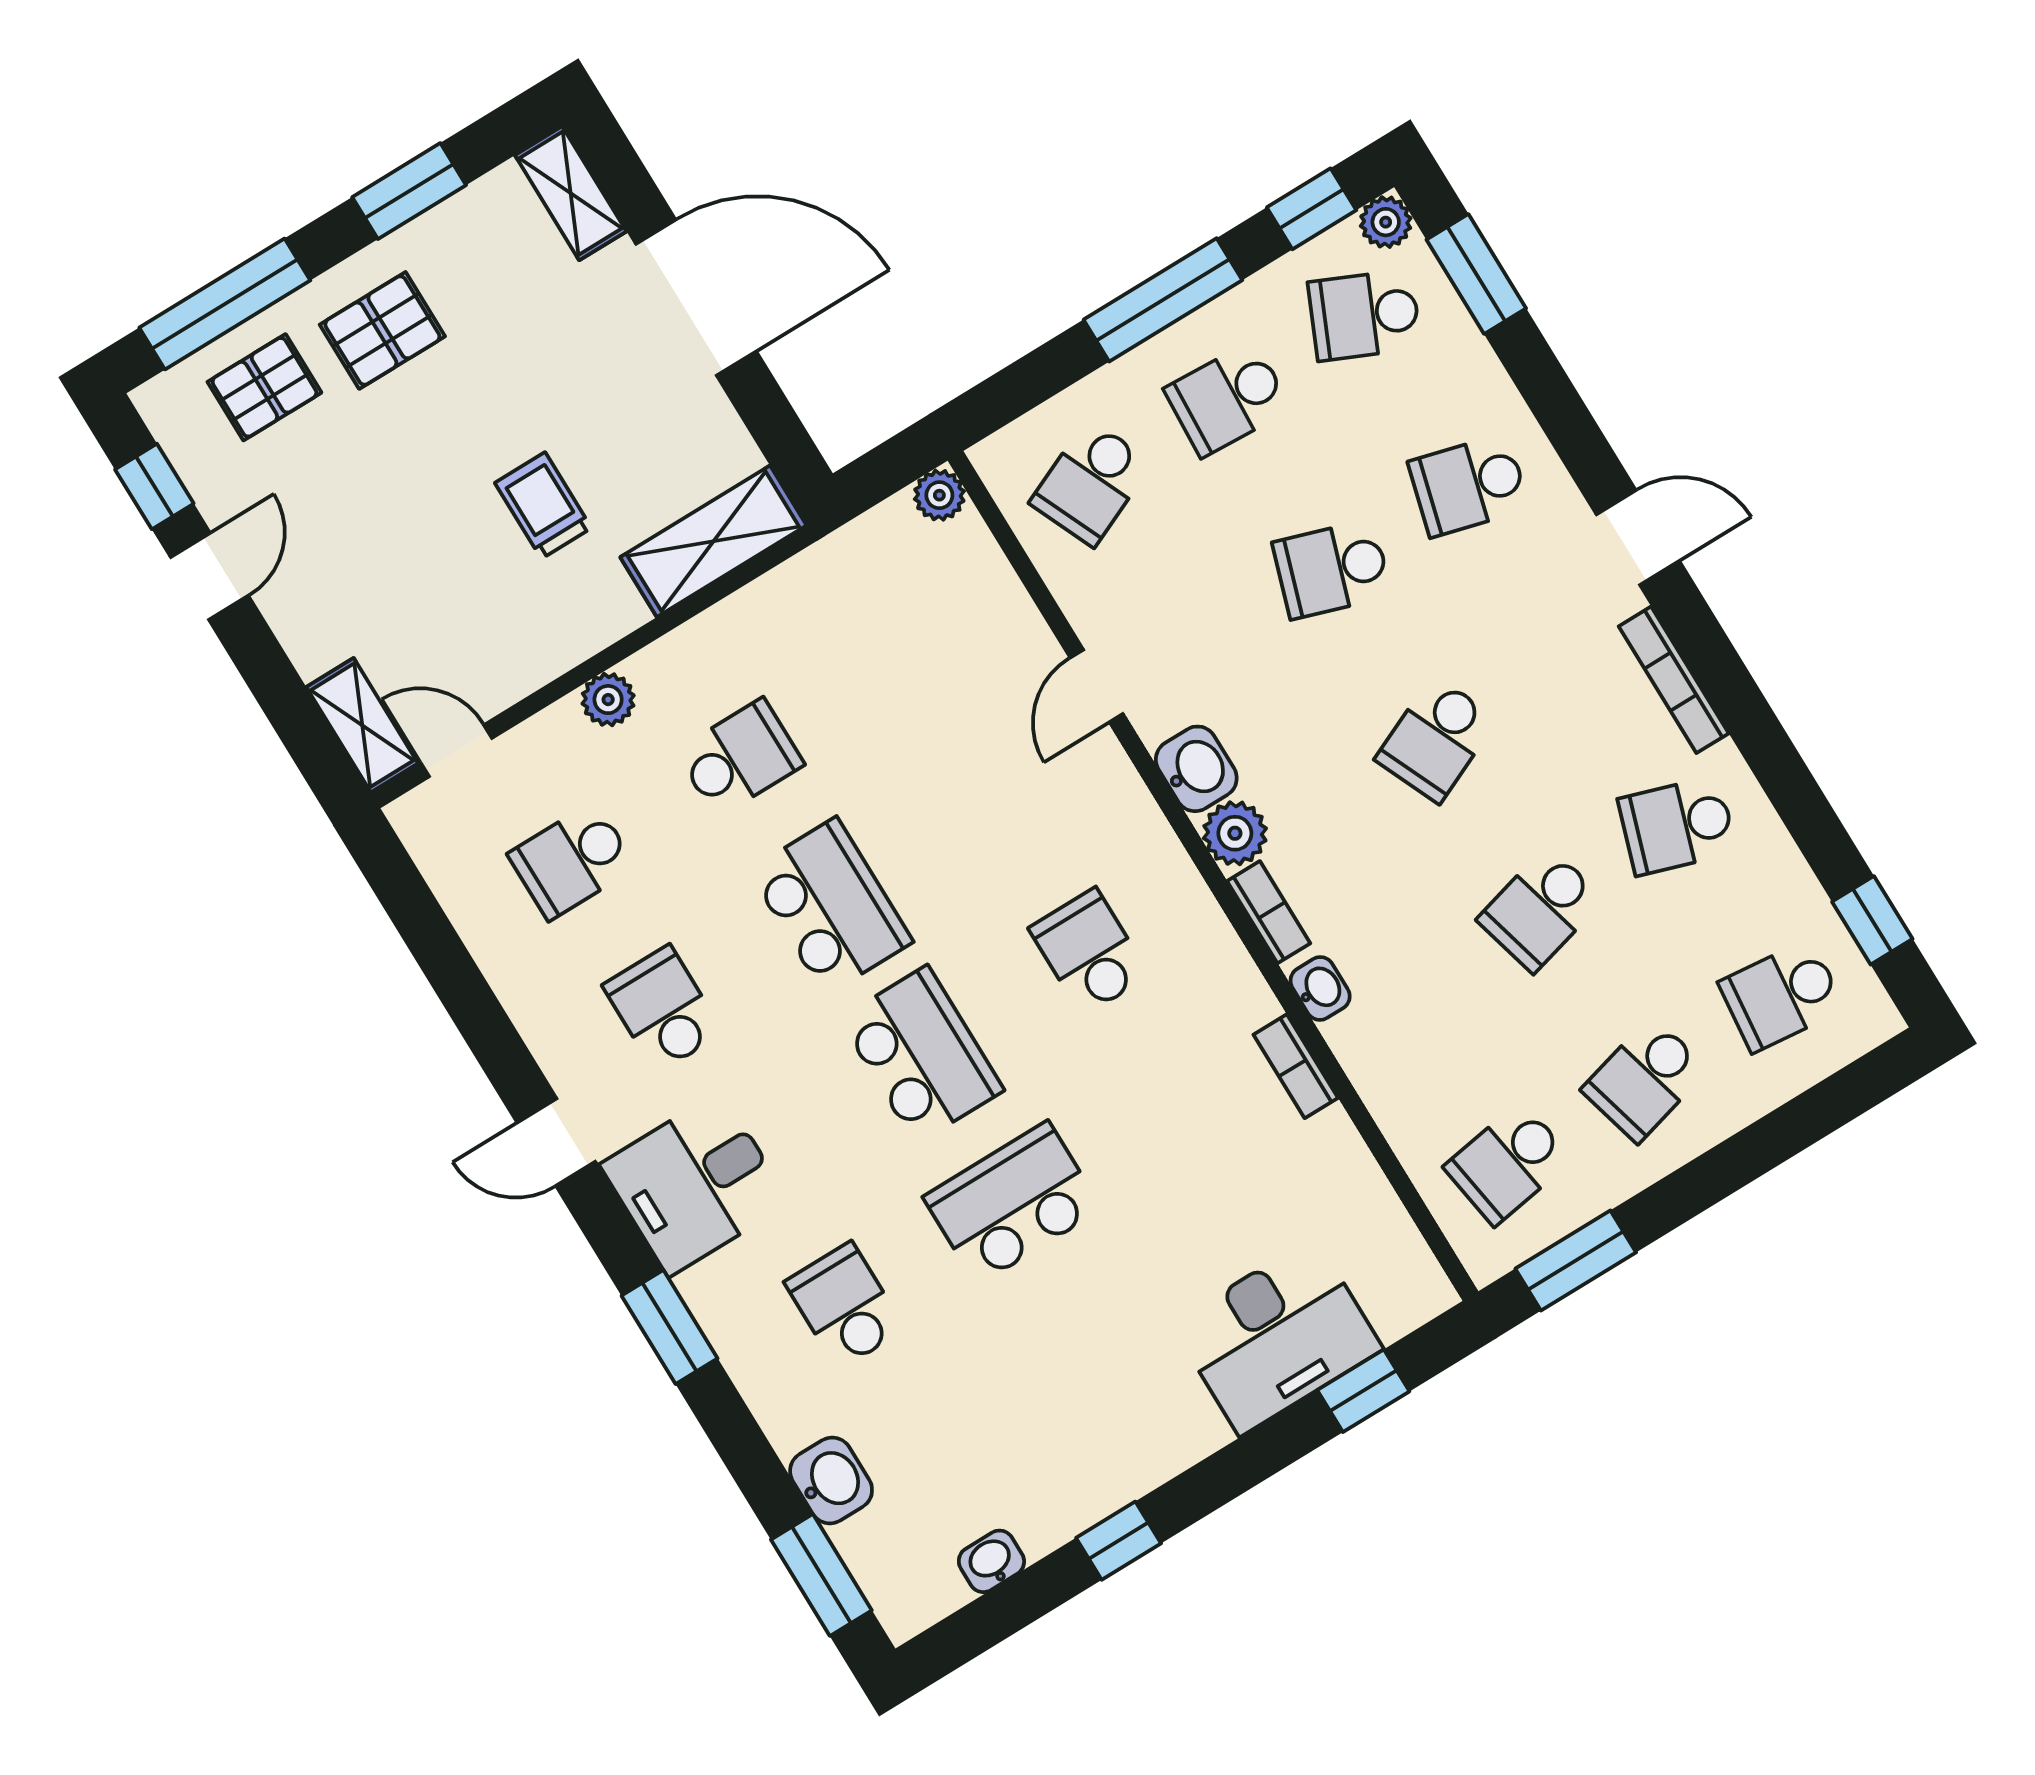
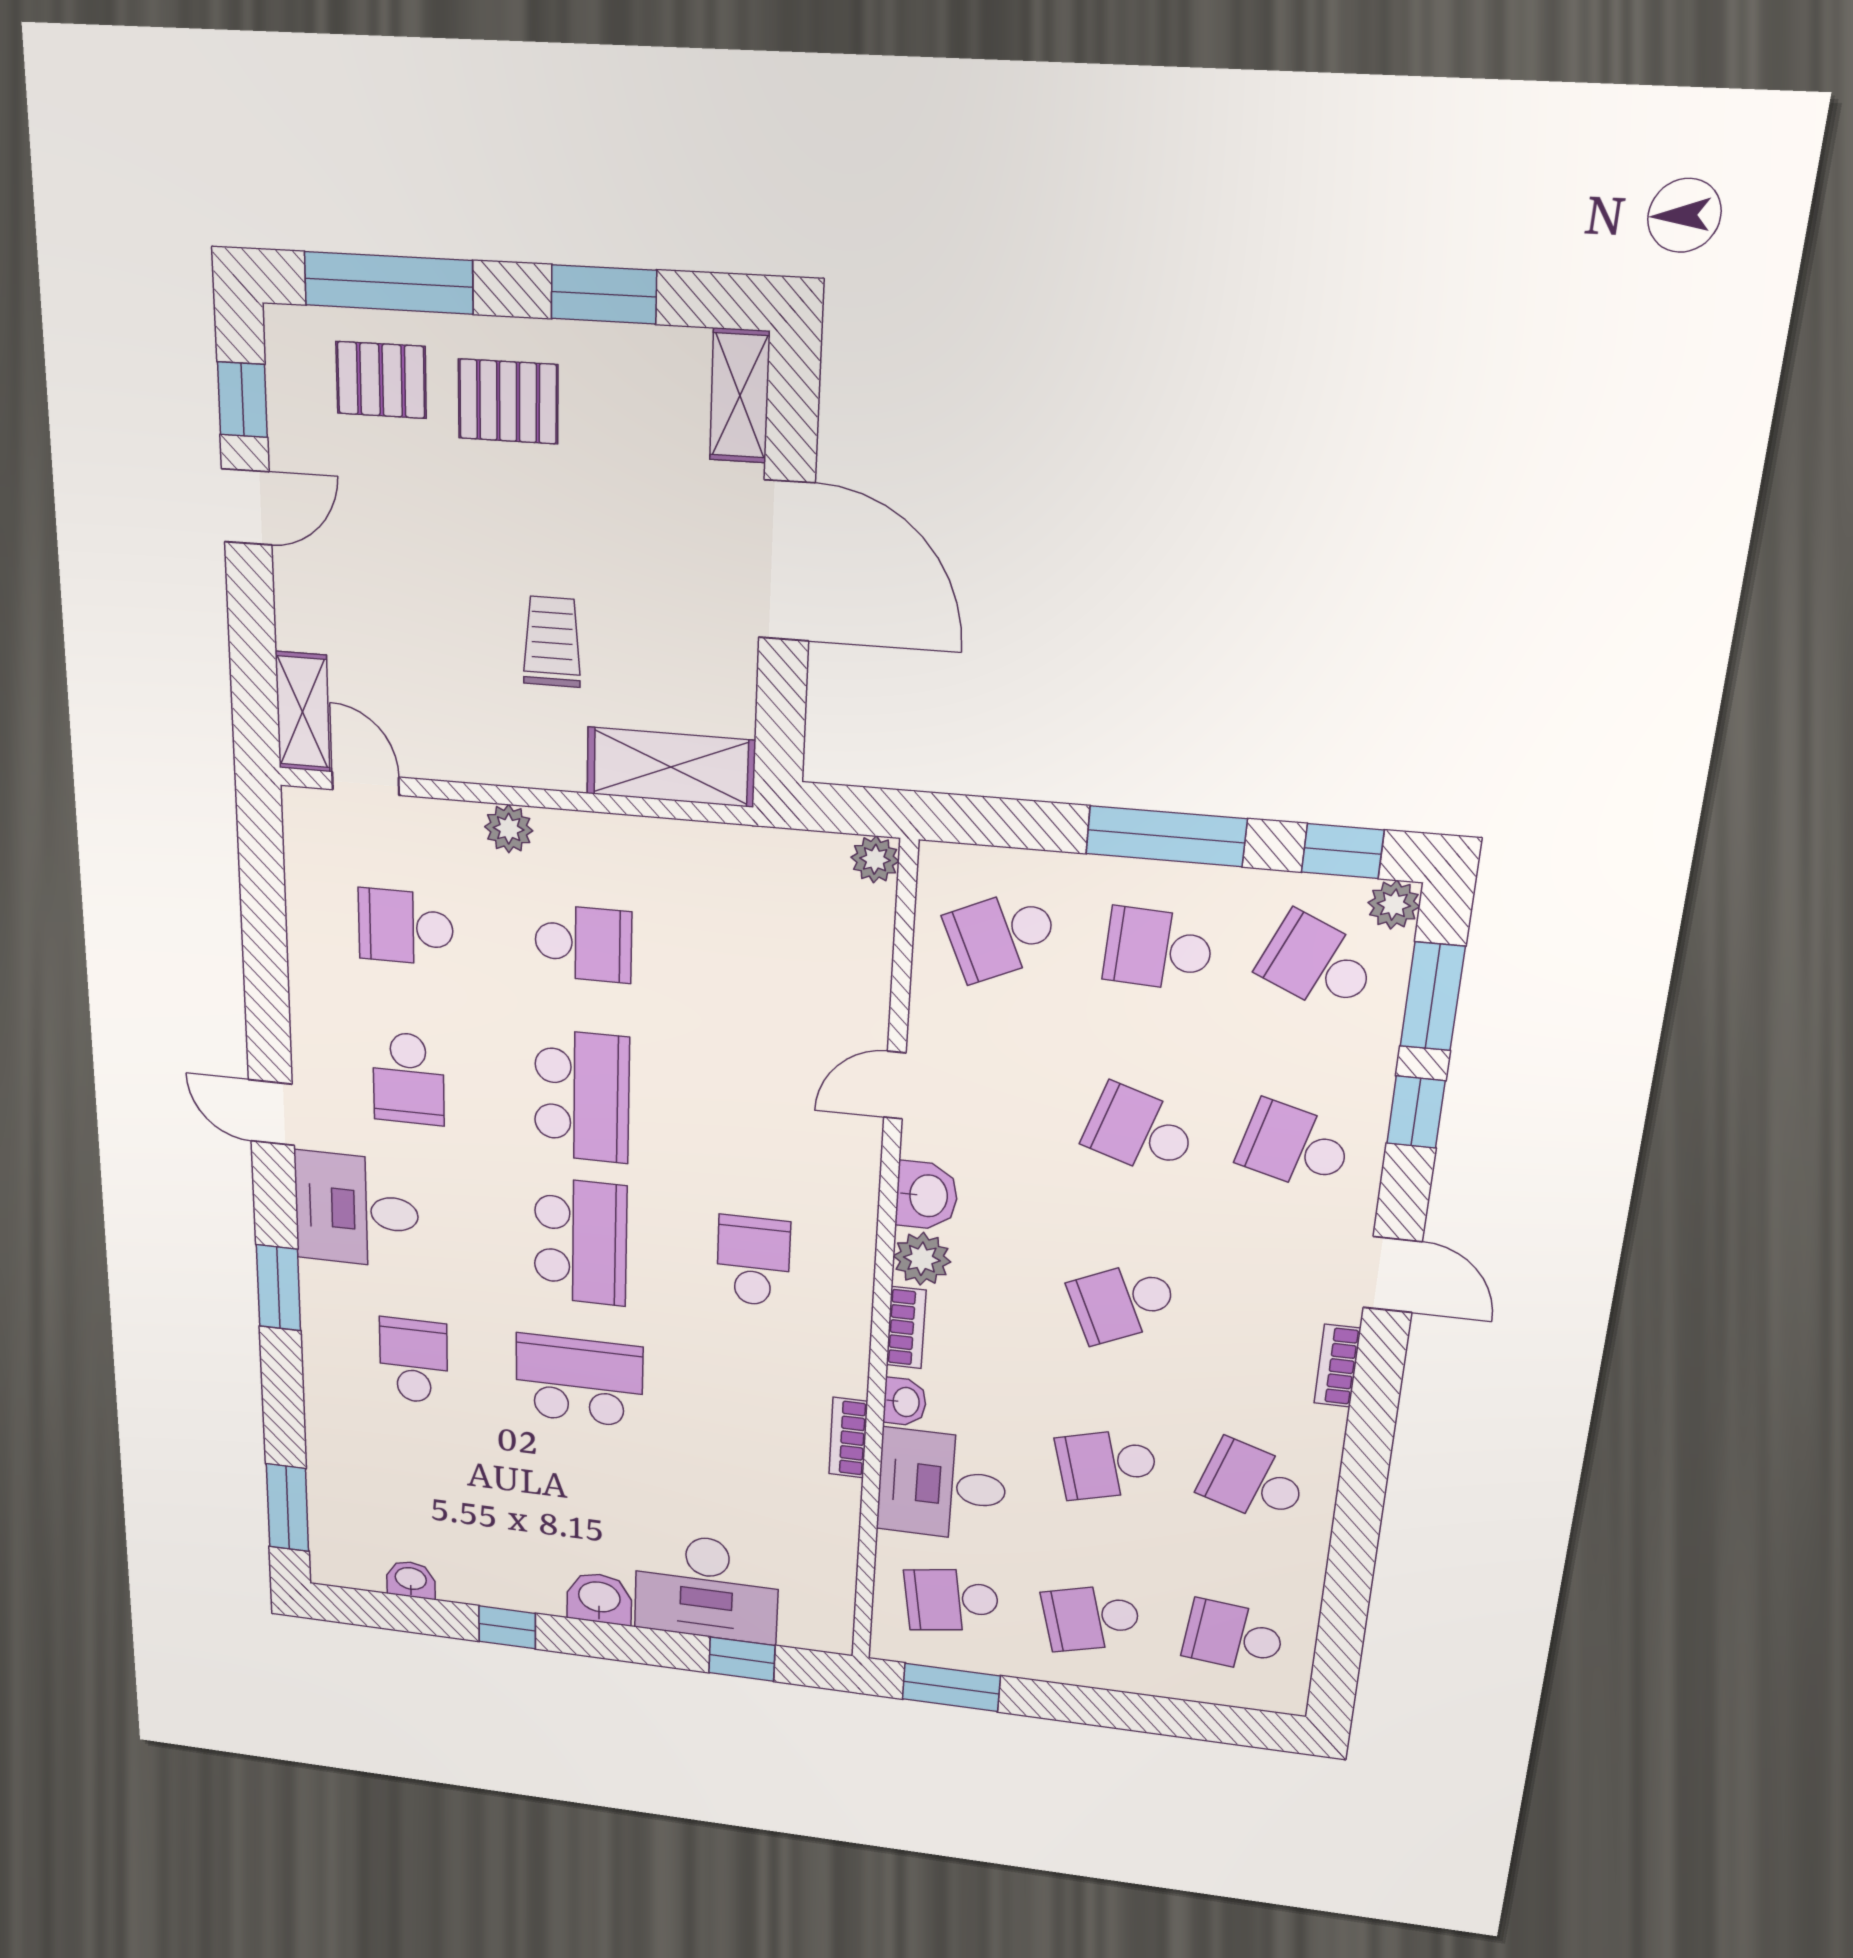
bookcase: (1674, 680) -> (1337, 1366), width x0.64
window: (1872, 920) -> (1416, 1112), moved
school desk: (663, 1009) -> (408, 1078), turned 180
desk: (1413, 1048) -> (942, 1485), added
washbasin: (831, 1481) -> (599, 1598), moved, turned -90

